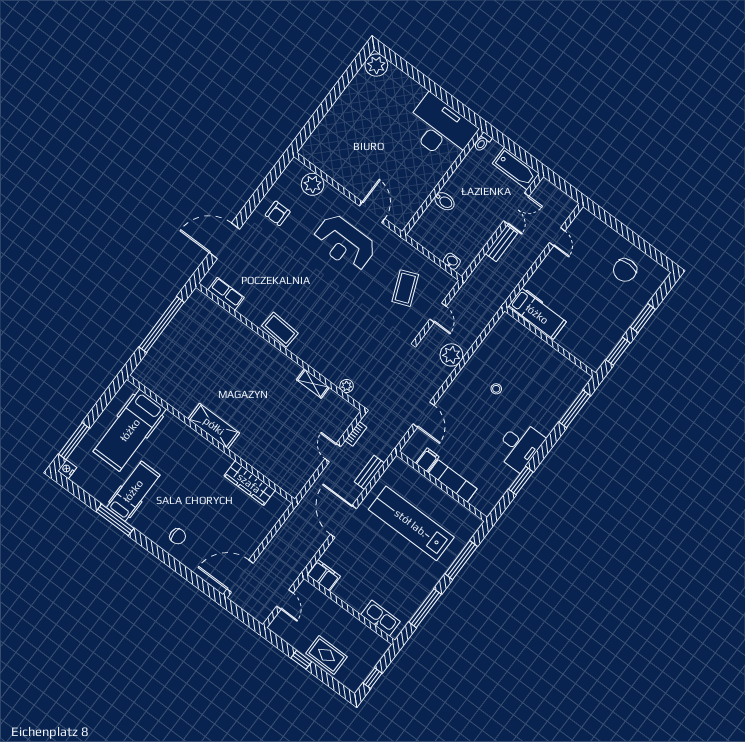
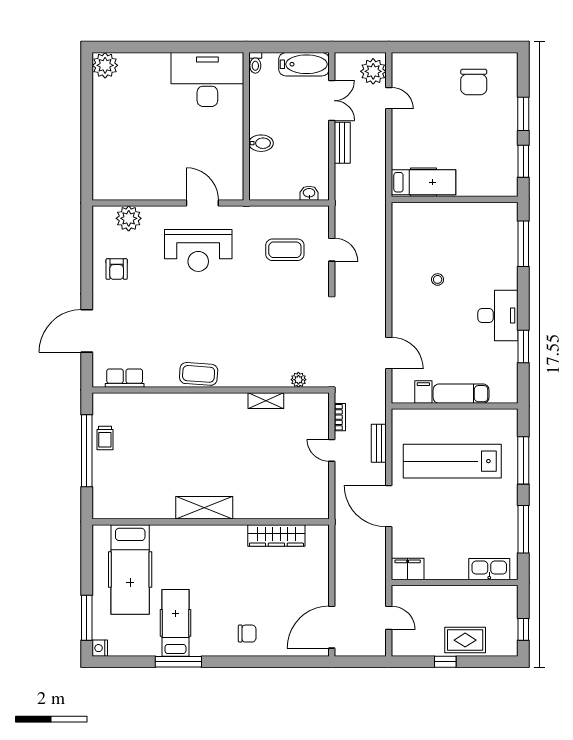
coffee table: (405, 288) -> (285, 250), turned -68
trolley: (181, 325) -> (105, 438), added
plant: (451, 355) -> (373, 71), moved

